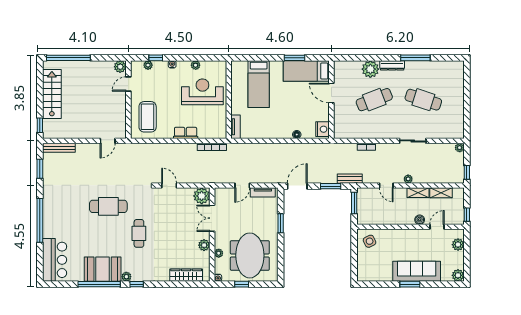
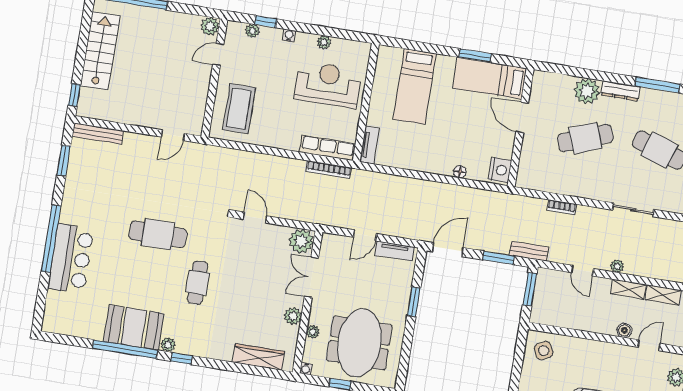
row of seats: (186, 133) -> (328, 148), moved, width x1.48
bar counter: (55, 260) -> (71, 259), moved

